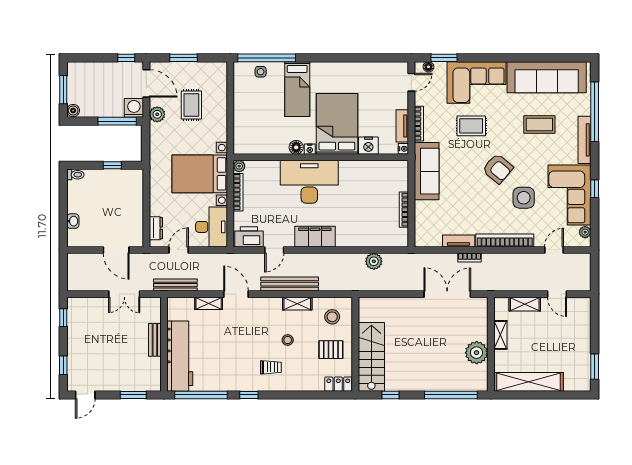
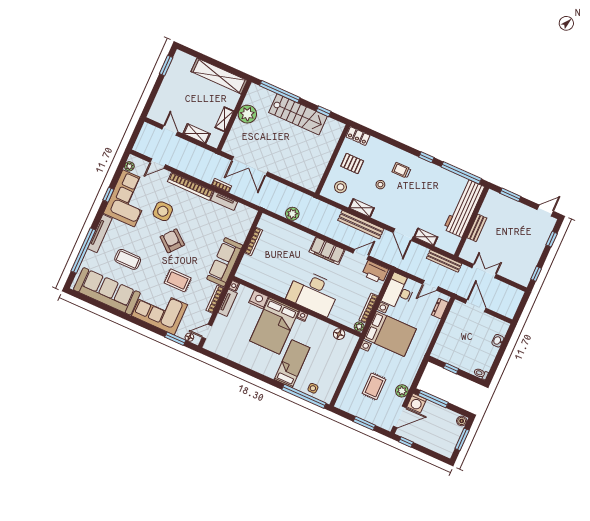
door: (146, 83) -> (400, 417), swing flipped
floor lamp: (296, 147) -> (339, 334), moved
stairs: (371, 357) -> (298, 114), moved, turned -90

